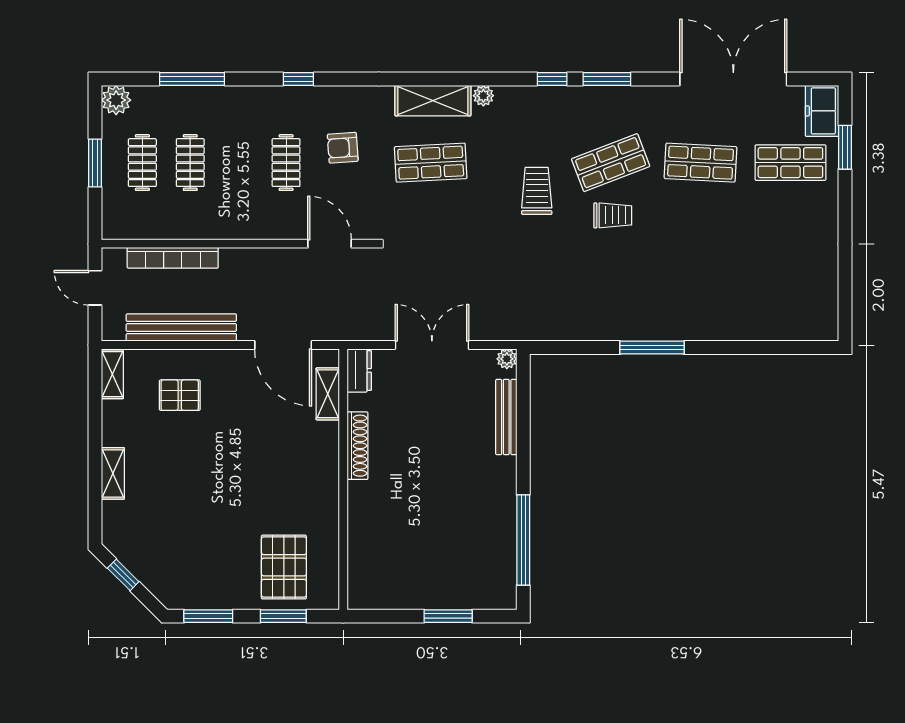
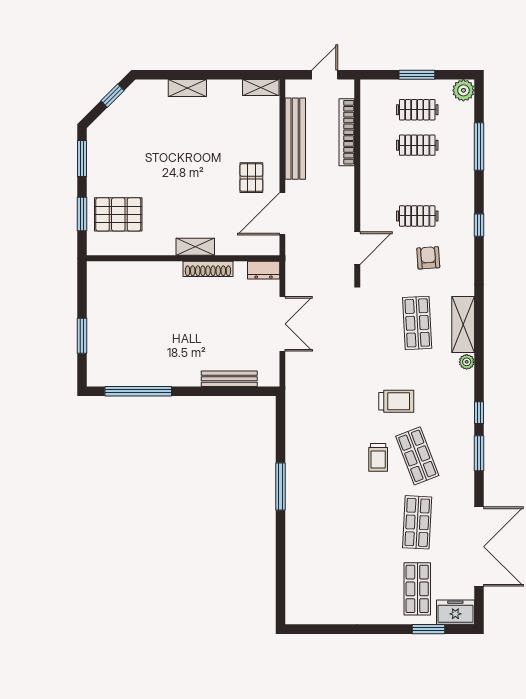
plant: (507, 359) -> (272, 379), removed
shelving: (328, 394) -> (195, 247), moved
pallet: (180, 395) -> (251, 178), moved

